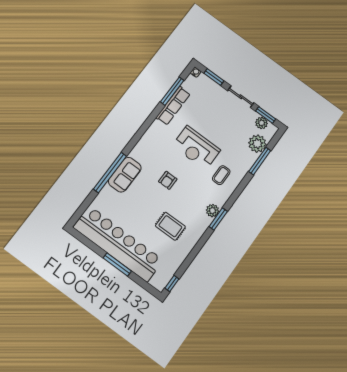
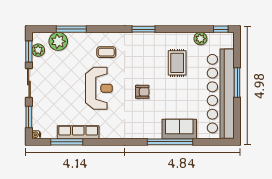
sofa: (125, 175) -> (179, 129), moved
plant: (212, 211) -> (200, 39), moved

